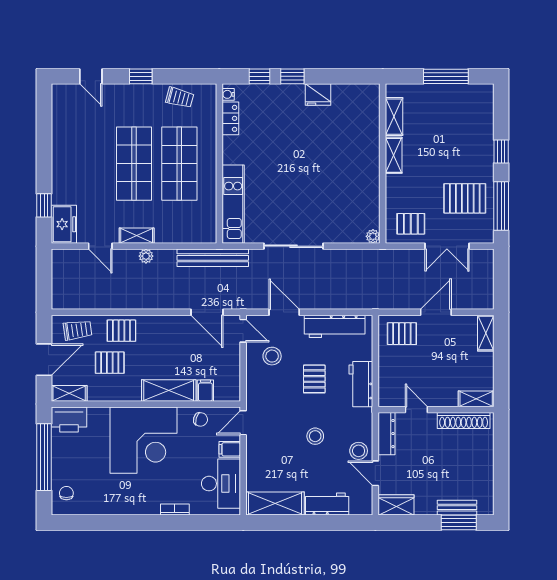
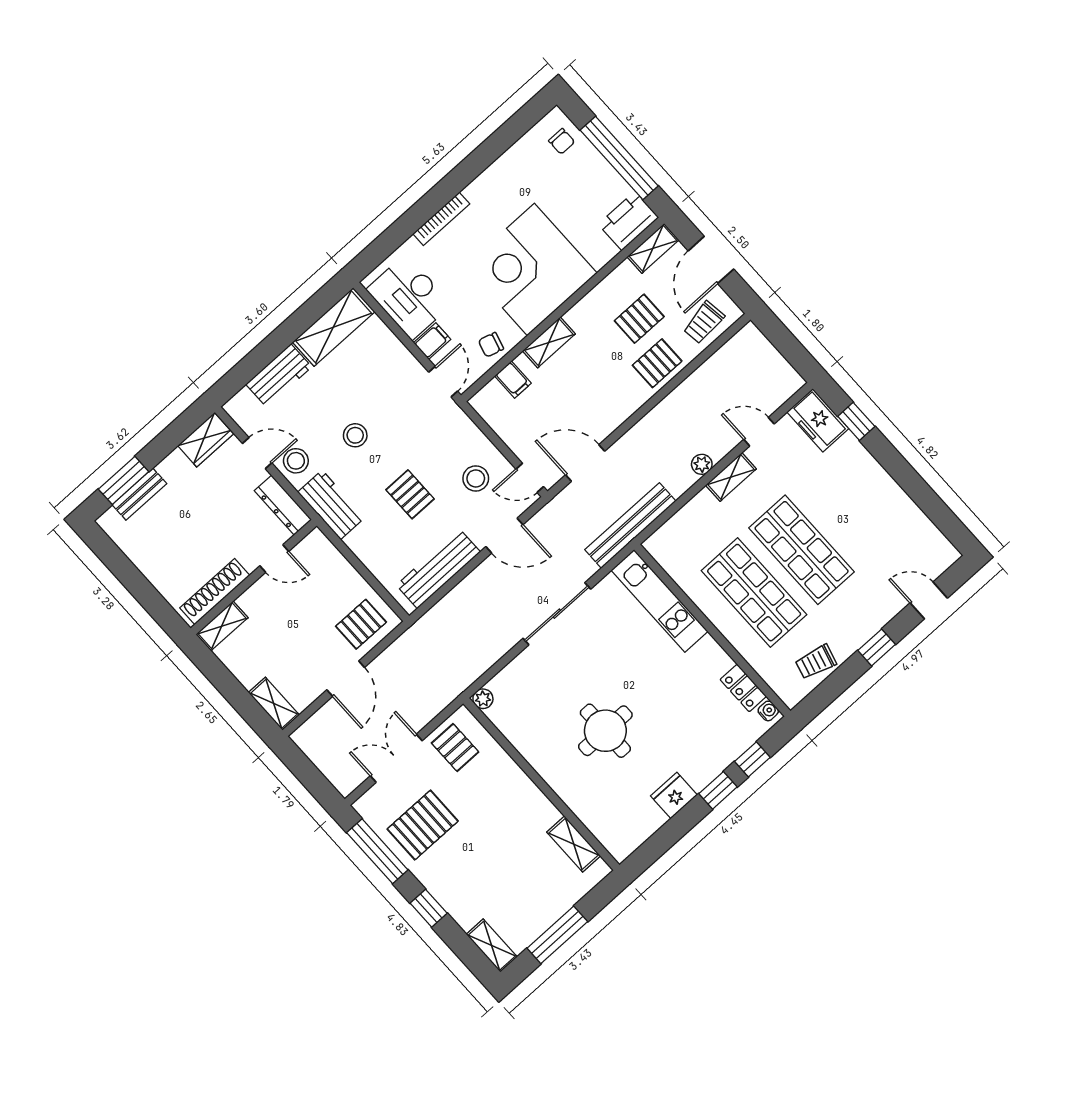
shelving: (394, 155) -> (492, 946), moved
round table: (323, 161) -> (605, 731), added
pallet: (411, 224) -> (455, 748), turned 90
workbench: (361, 384) -> (331, 505), moved
shelving: (169, 390) -> (549, 342), width x0.67, depth x0.75
bookcase: (175, 509) -> (441, 219), width x1.56

